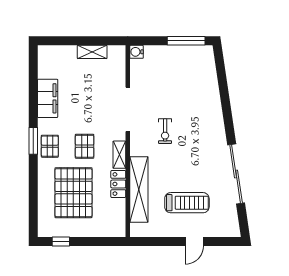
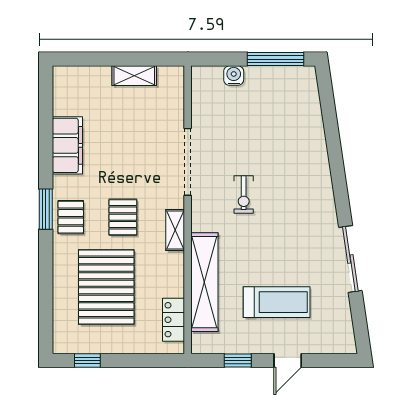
water cooler: (136, 52) -> (234, 76), moved, turned 90
sliding door: (236, 174) -> (350, 259), width x0.73
locker: (118, 184) -> (173, 320), moved
window: (161, 242) -> (238, 360), added

